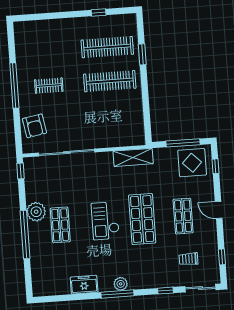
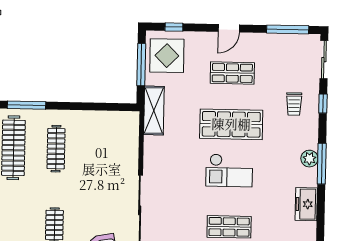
window: (142, 54) -> (27, 105), width x1.44
clothes rail: (110, 81) -> (56, 149), width x0.73, depth x0.76
shelving: (133, 157) -> (154, 111), moved
window: (222, 257) -> (288, 29), width x2.17
trolley: (189, 259) -> (294, 104), moved

